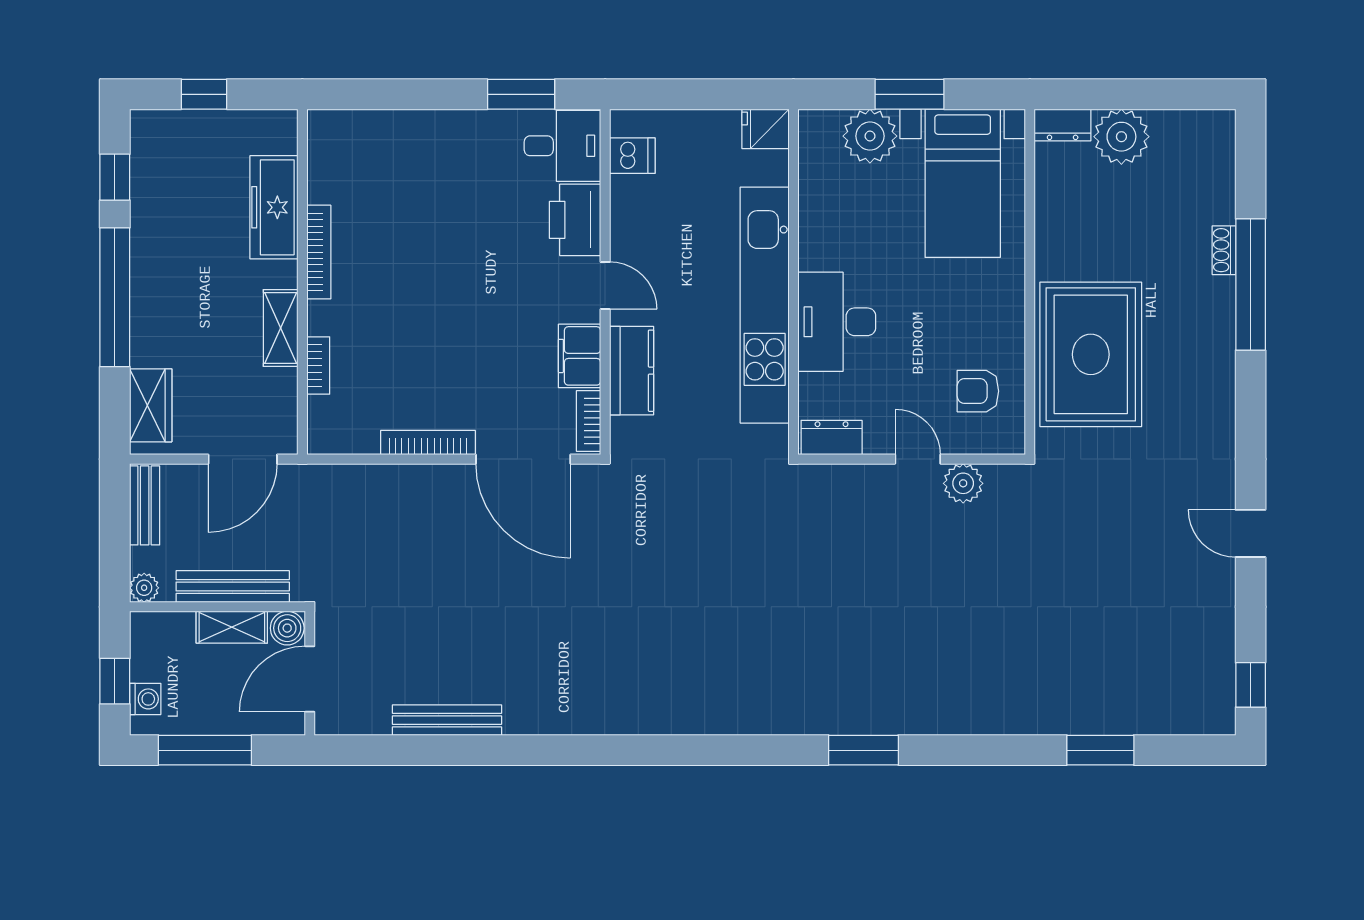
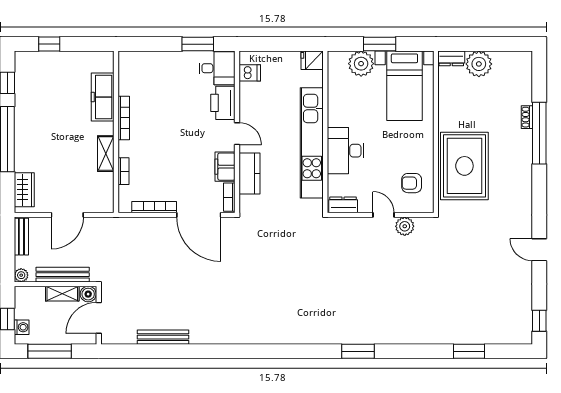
freezer: (274, 207) -> (103, 97), moved
bookcase: (319, 252) -> (124, 118), moved
wall: (302, 282) -> (116, 132), moved
shelving: (281, 328) -> (106, 154), moved
bookcase: (318, 365) -> (123, 171), moved

